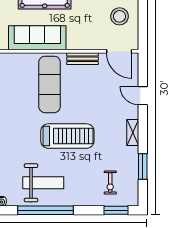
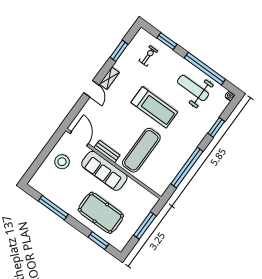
sofa: (37, 38) -> (104, 171), moved
door: (143, 96) -> (91, 89), moved
treadmill: (67, 136) -> (154, 107), turned 180
window: (116, 210) -> (167, 41), moved

